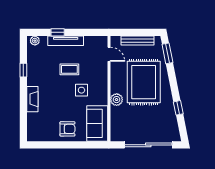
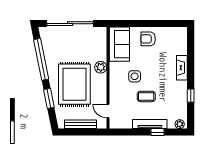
window: (167, 53) -> (49, 98), moved
window: (178, 108) -> (41, 59), width x3.17

